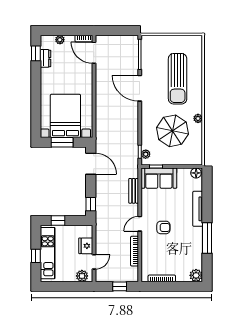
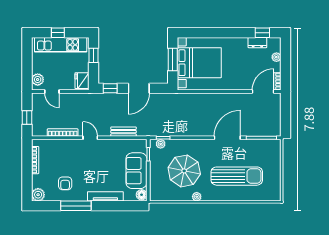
sun lounger: (178, 79) -> (237, 176), turned 180
door: (91, 164) -> (139, 88), moved
sofa: (159, 178) -> (136, 171), moved
armchair: (163, 227) -> (65, 183), moved
fridge: (86, 246) -> (82, 81), moved, turned -90

